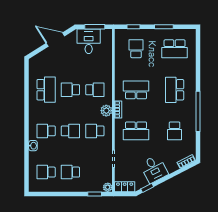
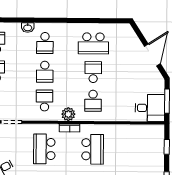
desk: (89, 41) -> (150, 108), moved
school desk: (136, 49) -> (141, 150), removed
school desk: (46, 131) -> (45, 43), turned 180

